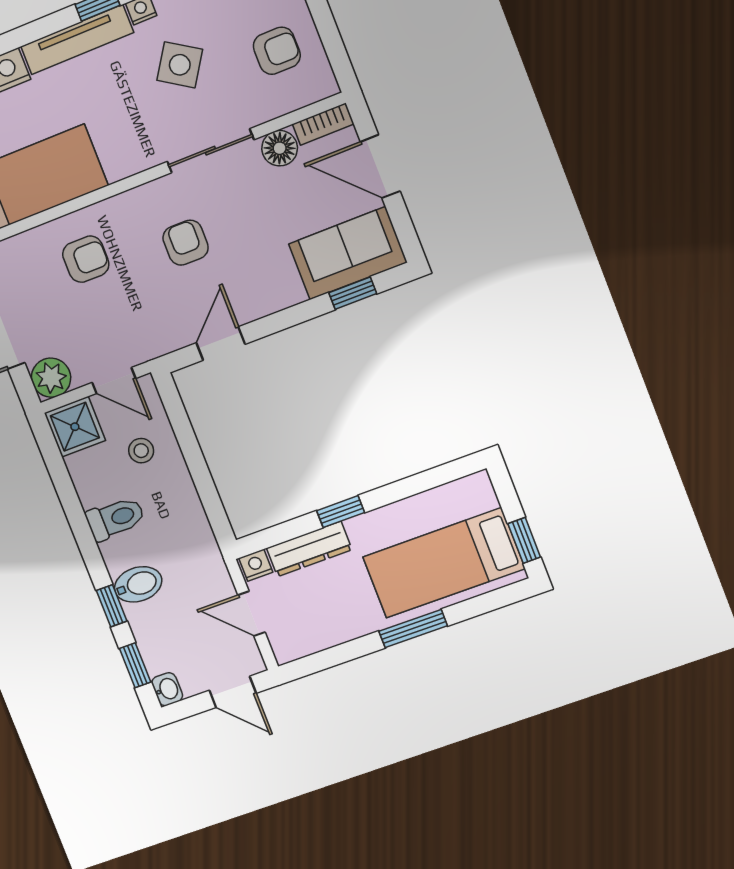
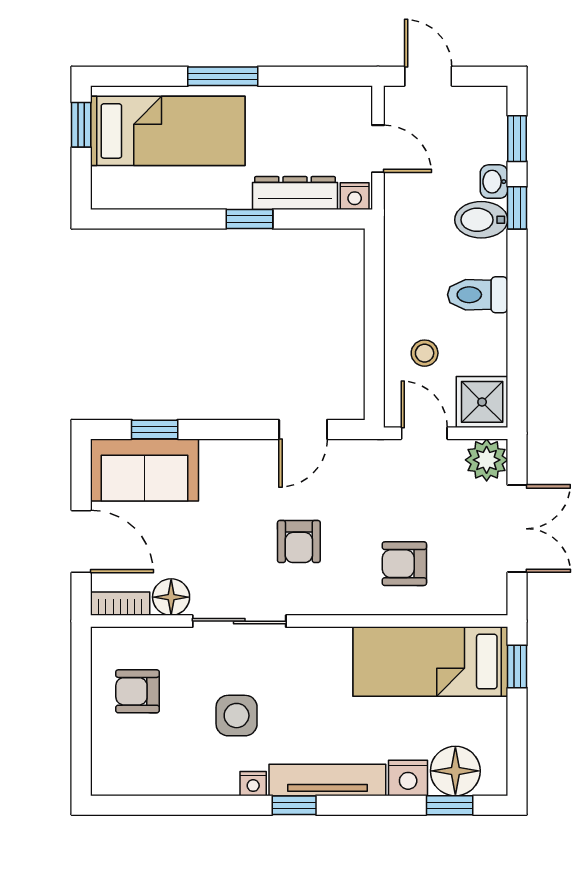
side table: (180, 65) -> (237, 716), turned -33
washbasin: (167, 689) -> (494, 182), moved

